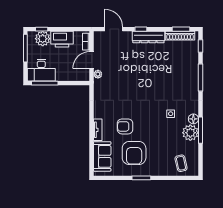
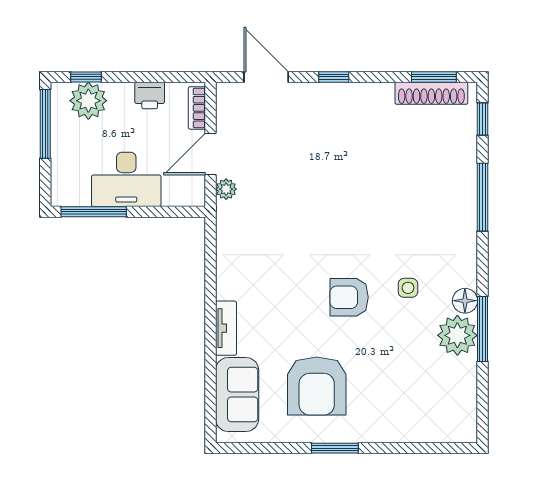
dresser: (148, 37) -> (353, 96), removed
printer: (62, 39) -> (150, 95), width x0.53, depth x0.68
desk: (41, 70) -> (126, 179), moved
armchair: (125, 126) -> (349, 297), moved
coffee table: (181, 163) -> (434, 411), removed

